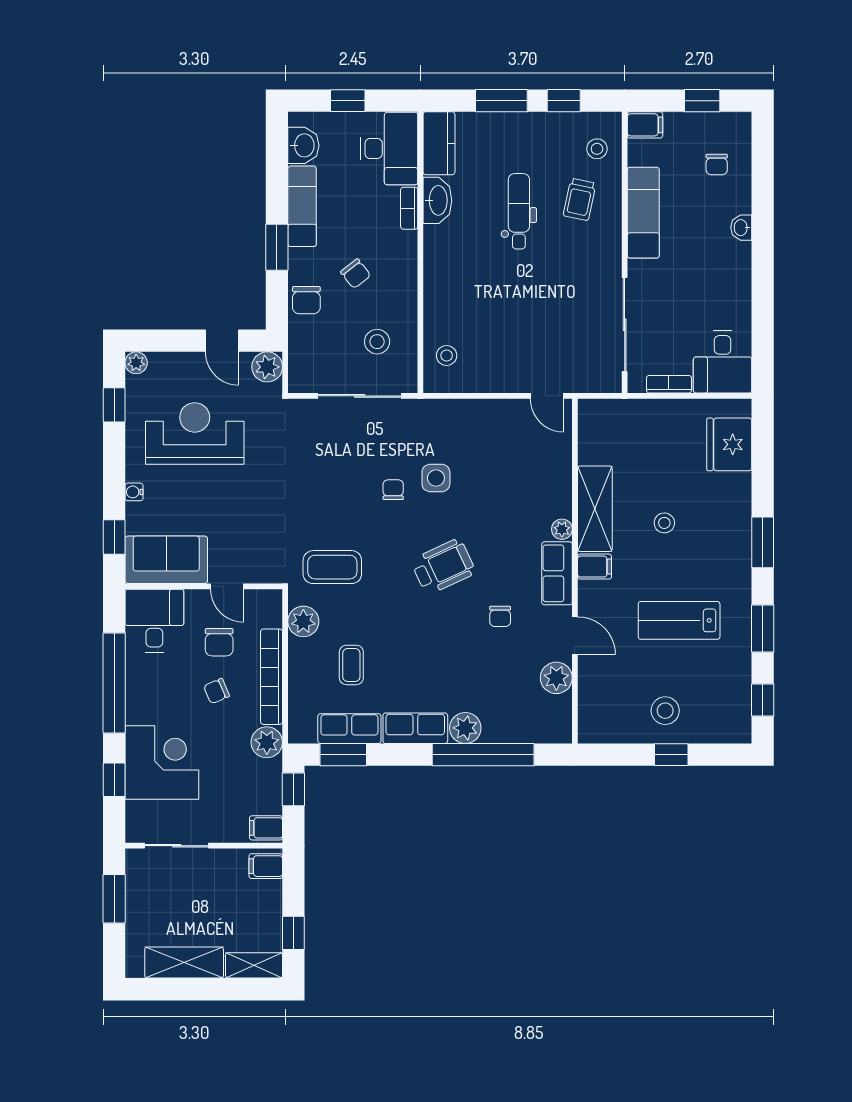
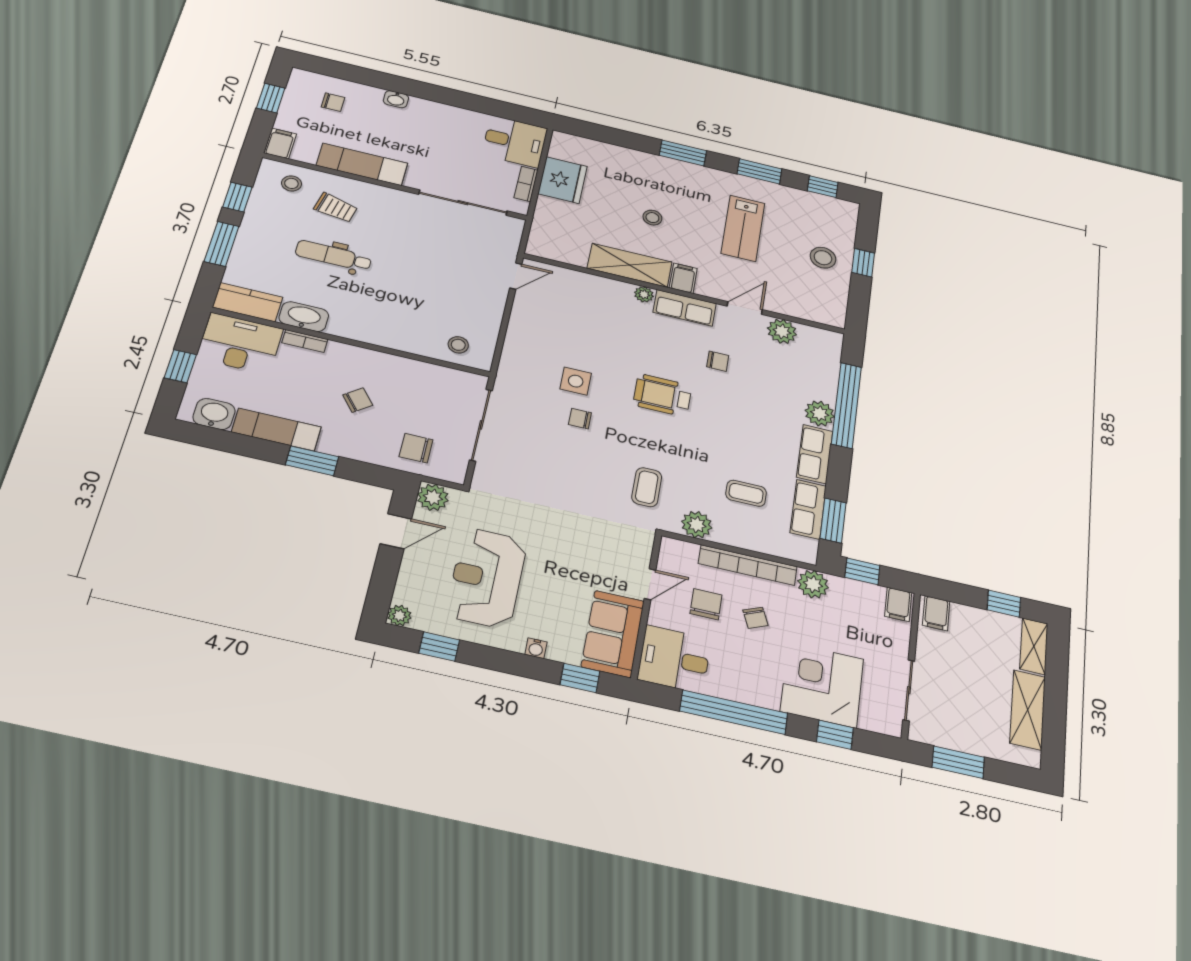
chair: (306, 300) -> (416, 448), moved, turned 180
stool: (377, 342) -> (430, 398), removed
fridge: (729, 444) -> (563, 180), moved, turned -90
coffee table: (332, 567) -> (647, 487), width x0.73, depth x0.77
wheelchair: (443, 567) -> (662, 395), turned -65
chair: (219, 642) -> (706, 604), turned -90

